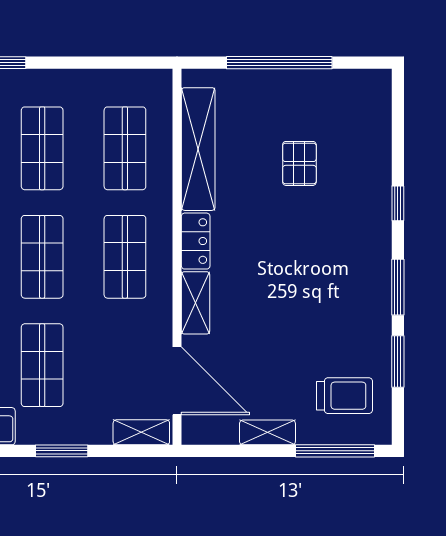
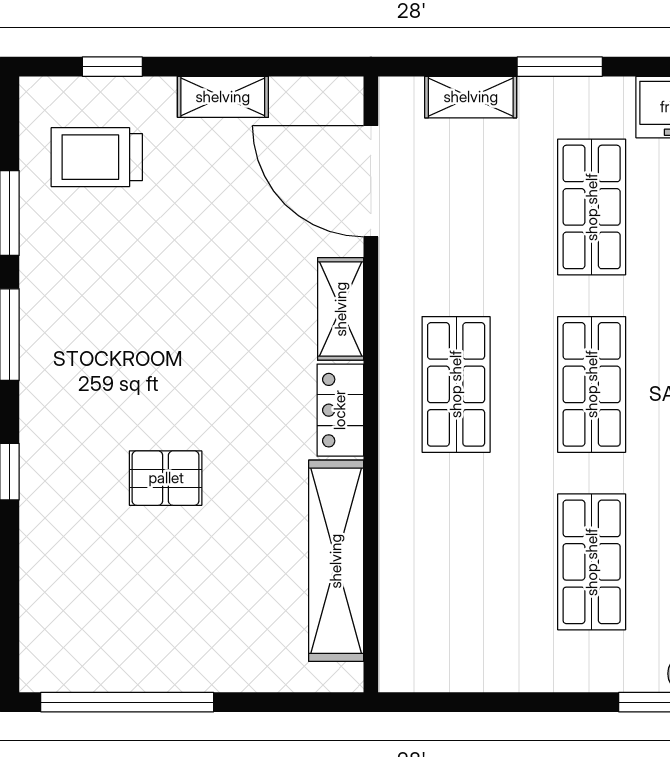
window: (279, 63) -> (127, 702), moved
shop shelf: (125, 148) -> (456, 562), removed
pallet: (299, 163) -> (166, 478), moved, turned 90
shelving: (141, 432) -> (471, 97), moved
window: (335, 451) -> (112, 67), width x0.46

